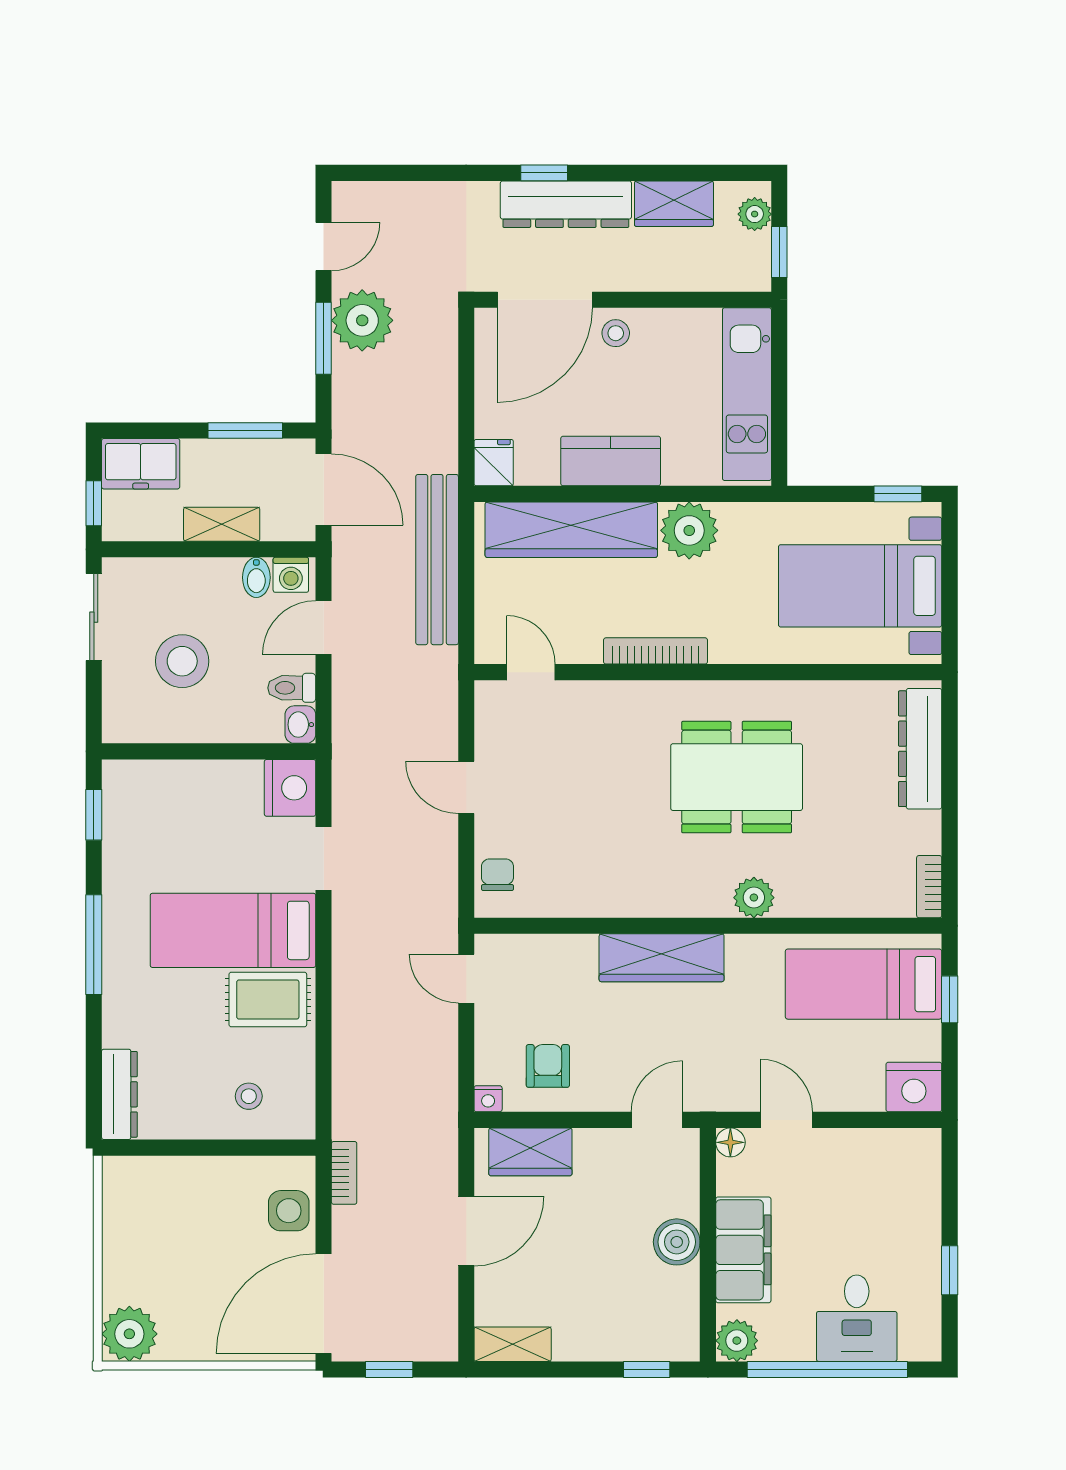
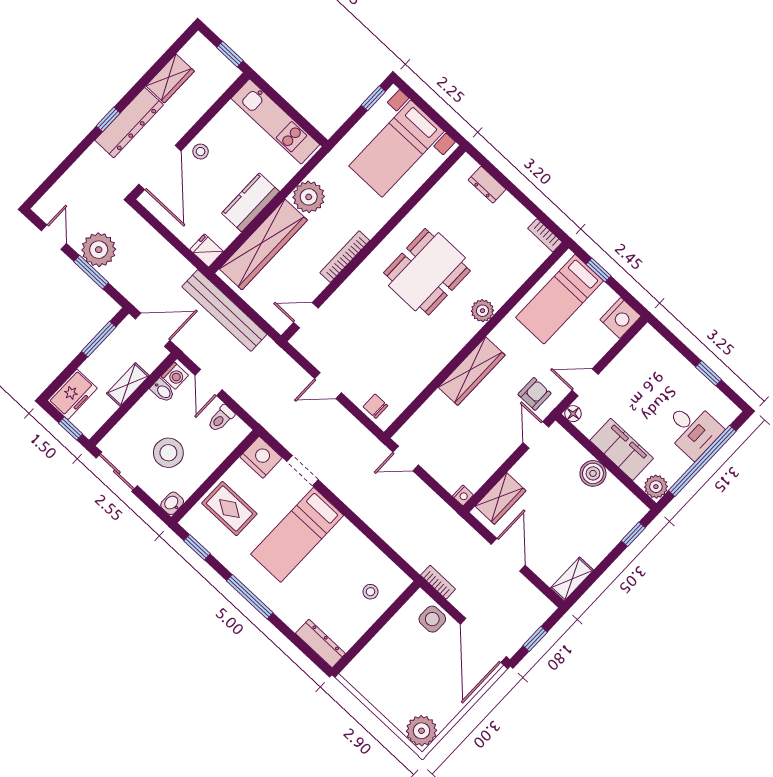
plant: (755, 214) -> (205, 50), removed
washbasin: (300, 725) -> (172, 503), moved, turned 90
dresser: (920, 749) -> (487, 185), width x0.51, depth x0.80
rug: (268, 1000) -> (229, 509), moved, turned 90
armchair: (548, 1066) -> (535, 394), moved, turned 90

